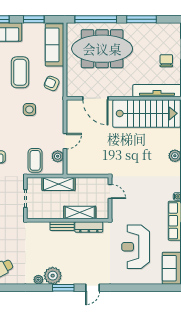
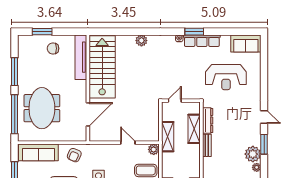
meeting table: (102, 49) -> (42, 108), width x0.73
plant: (58, 156) -> (154, 149), moved
shelving: (58, 184) -> (168, 137), moved

